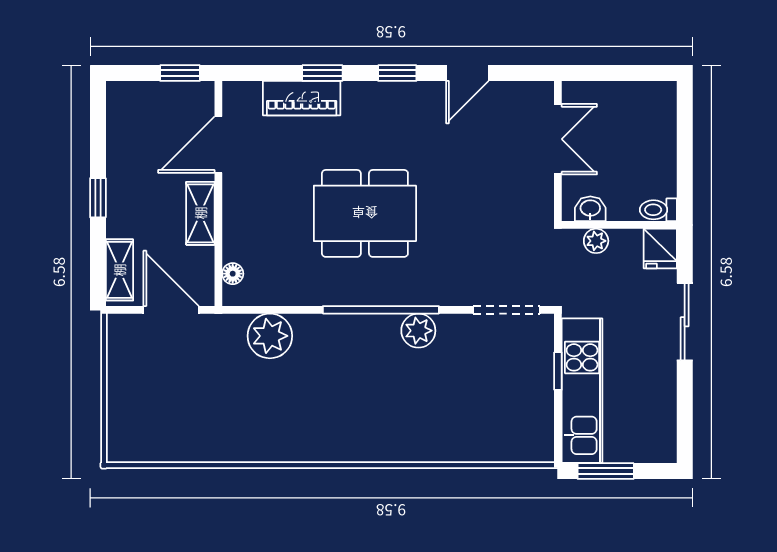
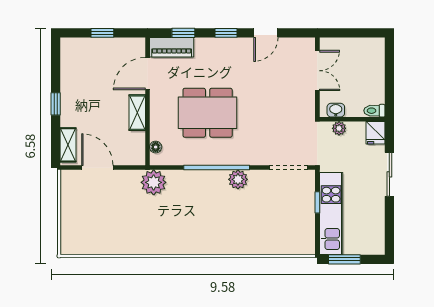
door: (218, 145) -> (147, 74), moved
wall: (218, 193) -> (147, 101), moved
shelving: (200, 213) -> (137, 113), moved
floor lamp: (233, 274) -> (156, 147), moved

